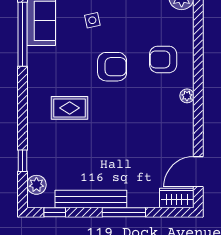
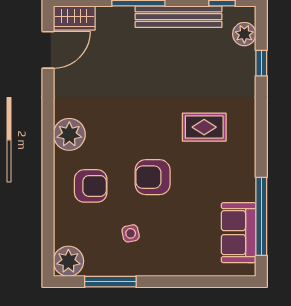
side table: (92, 20) -> (131, 233), moved
plant: (187, 96) -> (69, 134), width x1.87, depth x1.87

